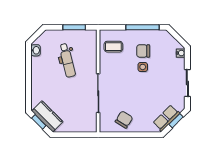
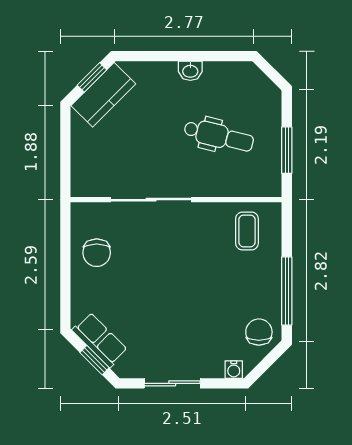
washbasin: (36, 50) -> (190, 71), moved
chair: (143, 51) -> (259, 332), moved
dental chair: (67, 60) -> (219, 136), turned -152
side table: (143, 67) -> (205, 291), removed
chair: (124, 120) -> (97, 253), turned 58

